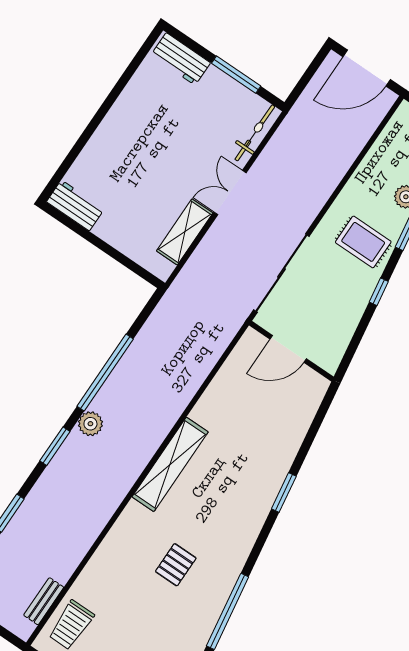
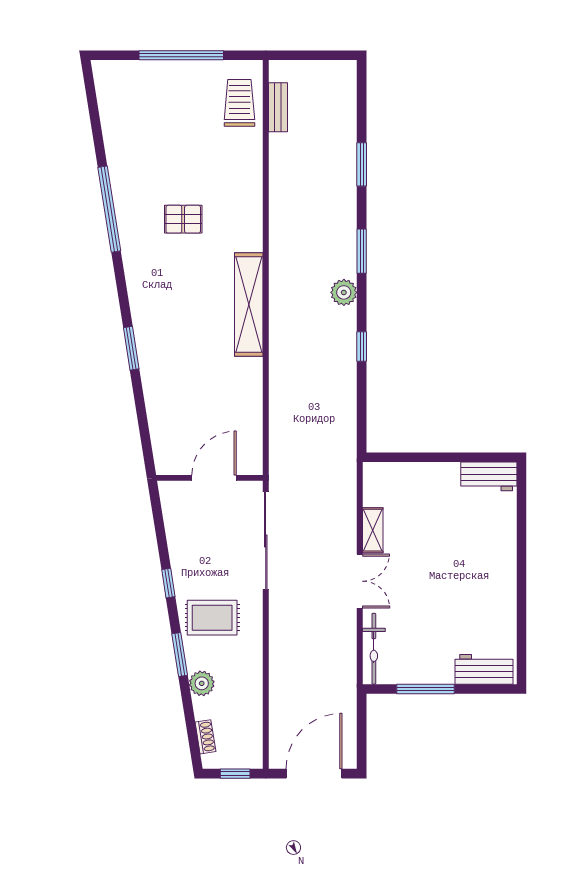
shelving: (185, 232) -> (373, 530), width x0.67, depth x0.75
window: (105, 373) -> (362, 347), width x0.32
pallet: (176, 565) -> (183, 219), turned 90

